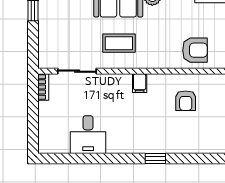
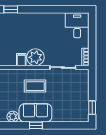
plant: (118, 87) -> (35, 57), added
desk: (88, 135) -> (77, 25), moved

